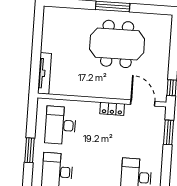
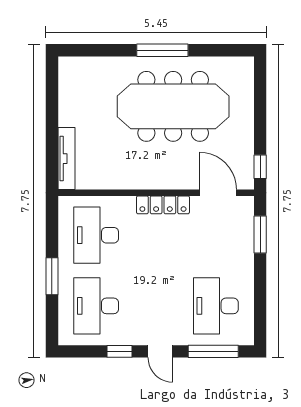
meeting table: (117, 44) -> (173, 106), width x1.36
locker: (112, 109) -> (163, 205), width x1.53

